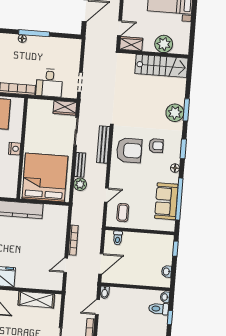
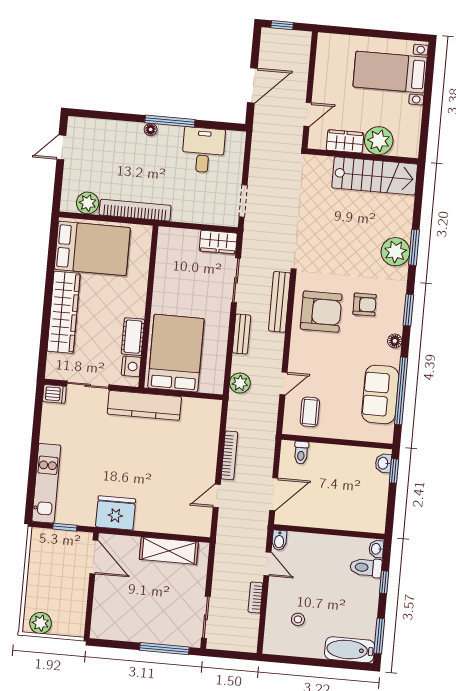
wardrobe: (131, 44) -> (345, 141), moved
desk: (49, 83) -> (203, 150), moved, turned 180
nightstand: (15, 149) -> (131, 366), moved
cot: (13, 167) -> (133, 337), added
bed: (45, 177) -> (176, 353), width x0.73
plant: (80, 184) -> (240, 383), moved
washbasin: (167, 271) -> (383, 463), moved
door: (97, 307) -> (267, 564), swing flipped

